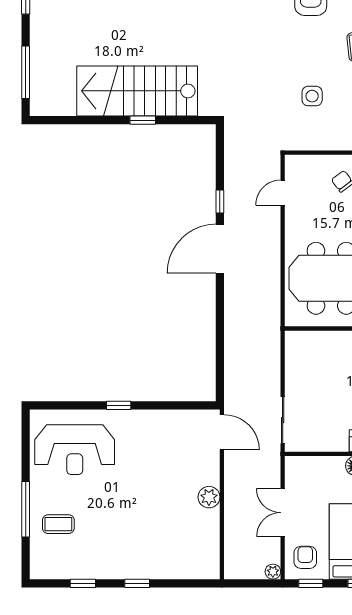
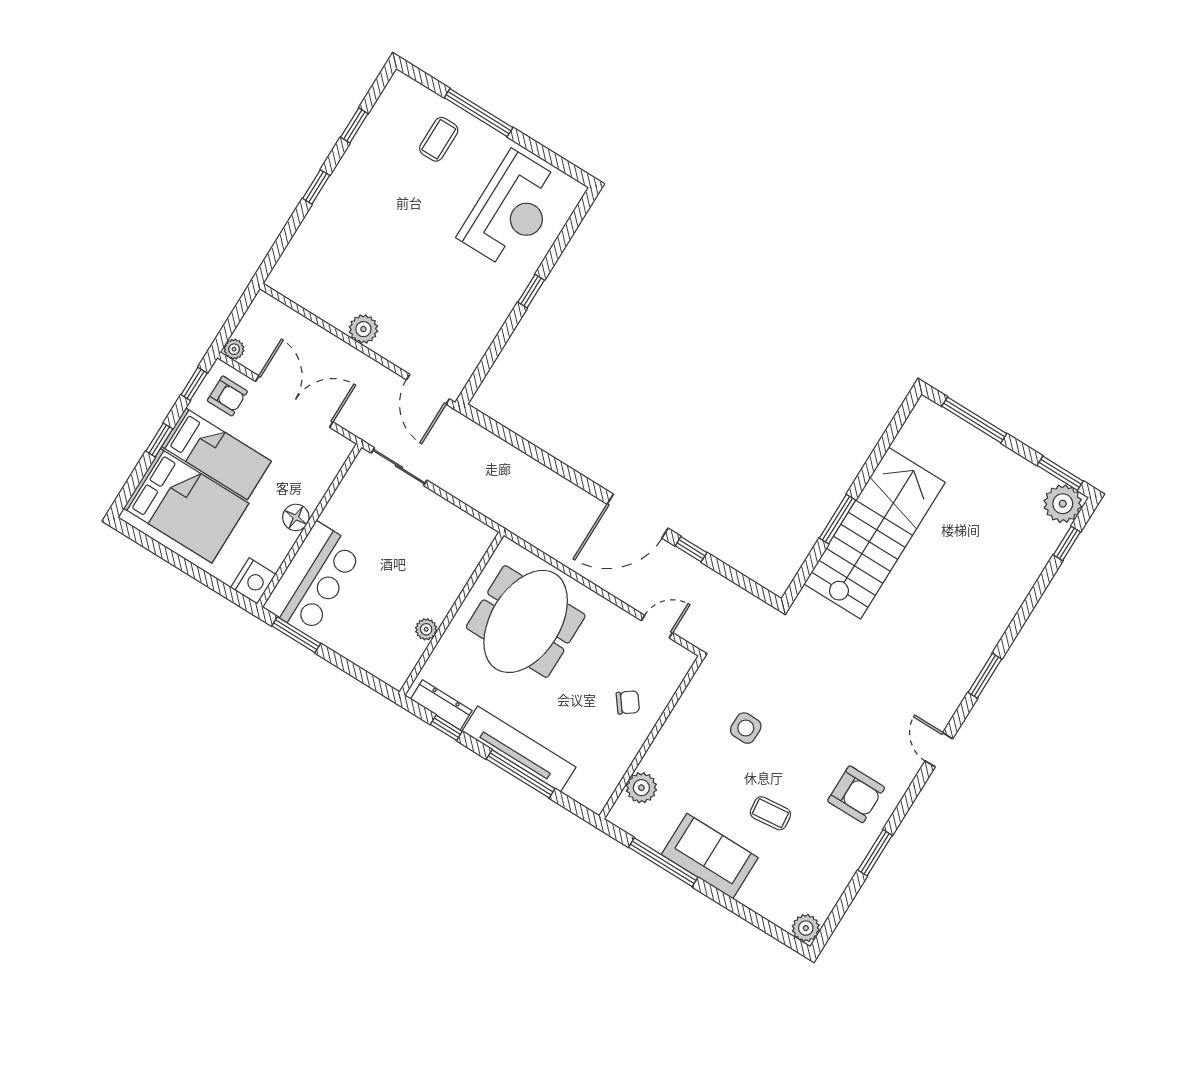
window: (143, 120) -> (837, 519), width x1.50
door: (283, 193) -> (657, 627), hinge flipped
door: (220, 249) -> (638, 516), swing flipped
door: (222, 432) -> (428, 389), hinge flipped
reception desk: (75, 450) -> (512, 210), turned 180
double door: (283, 513) -> (294, 402), width x1.37

